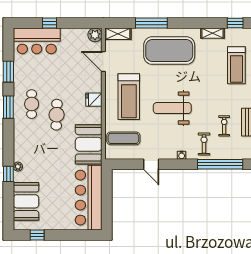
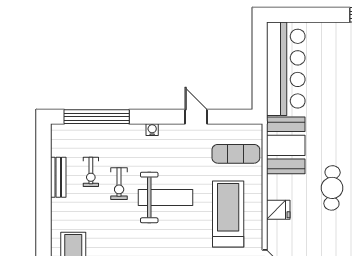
exercise bike: (204, 144) -> (119, 184), moved

